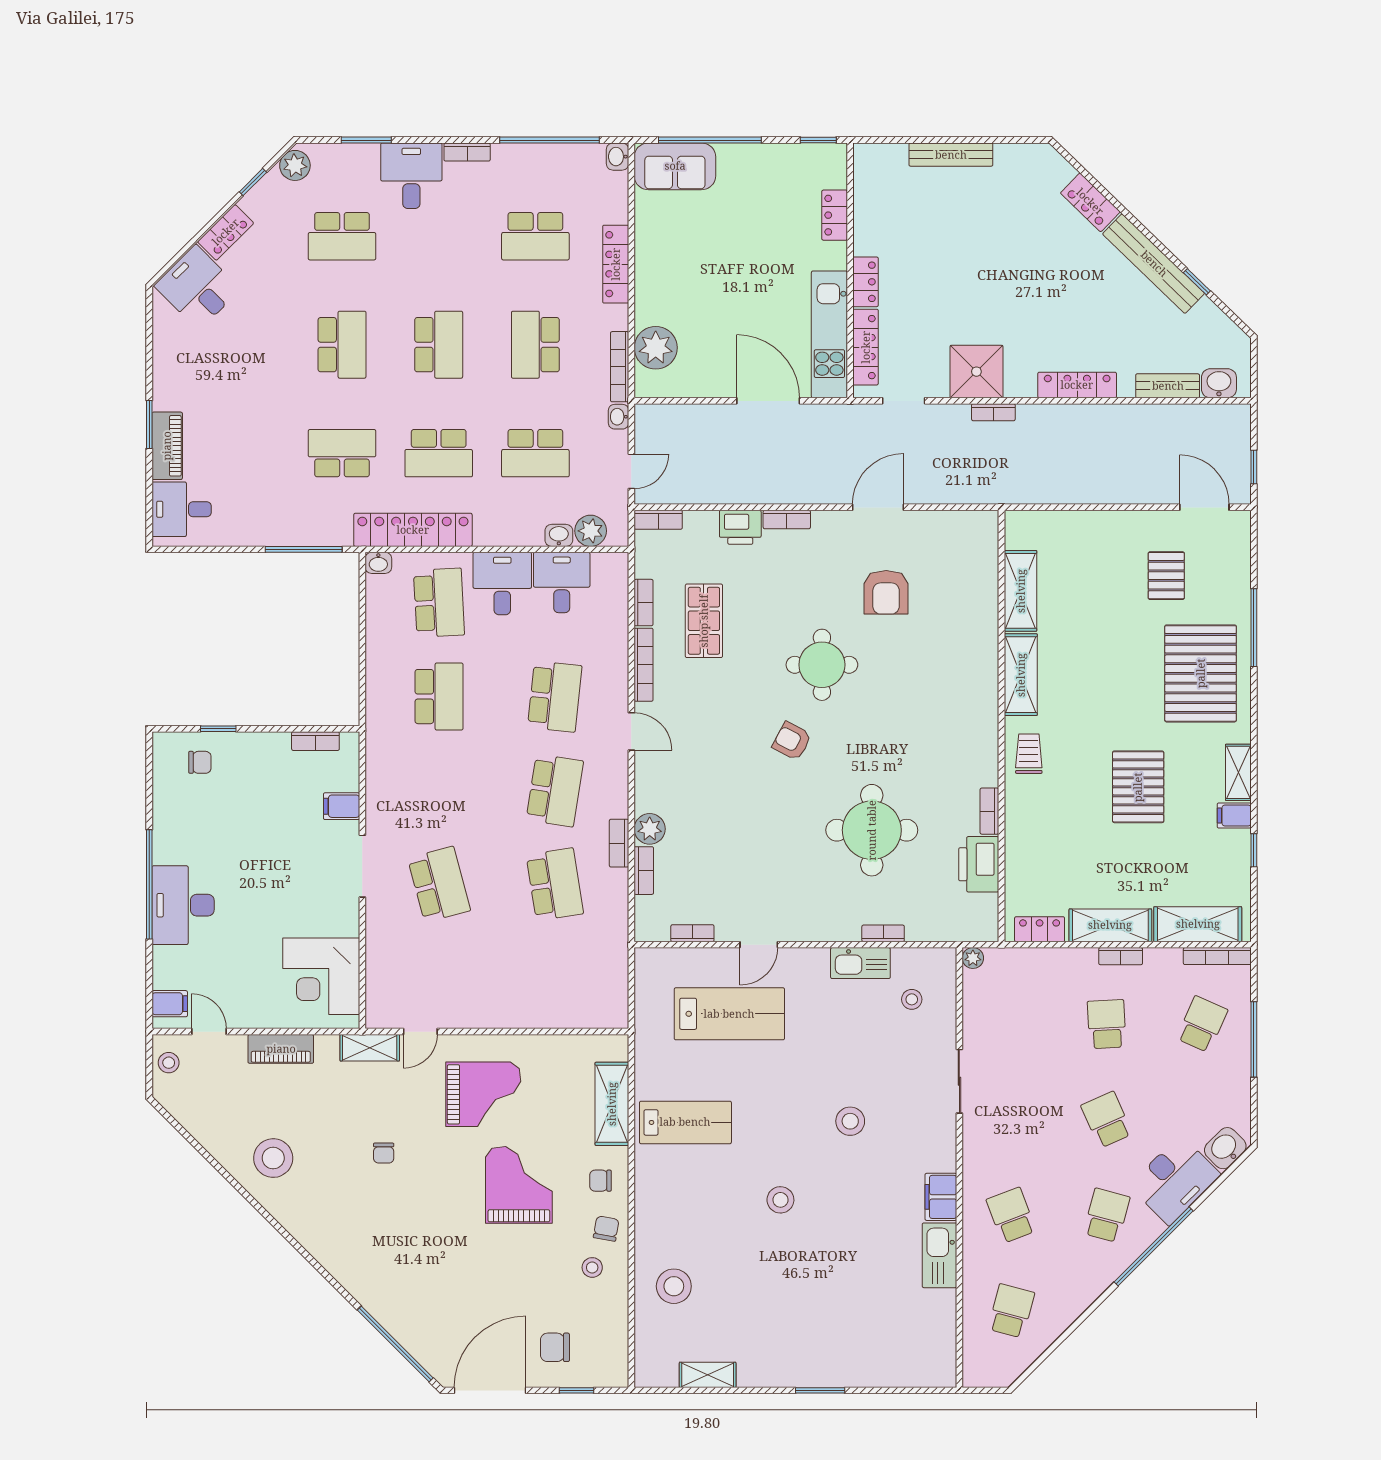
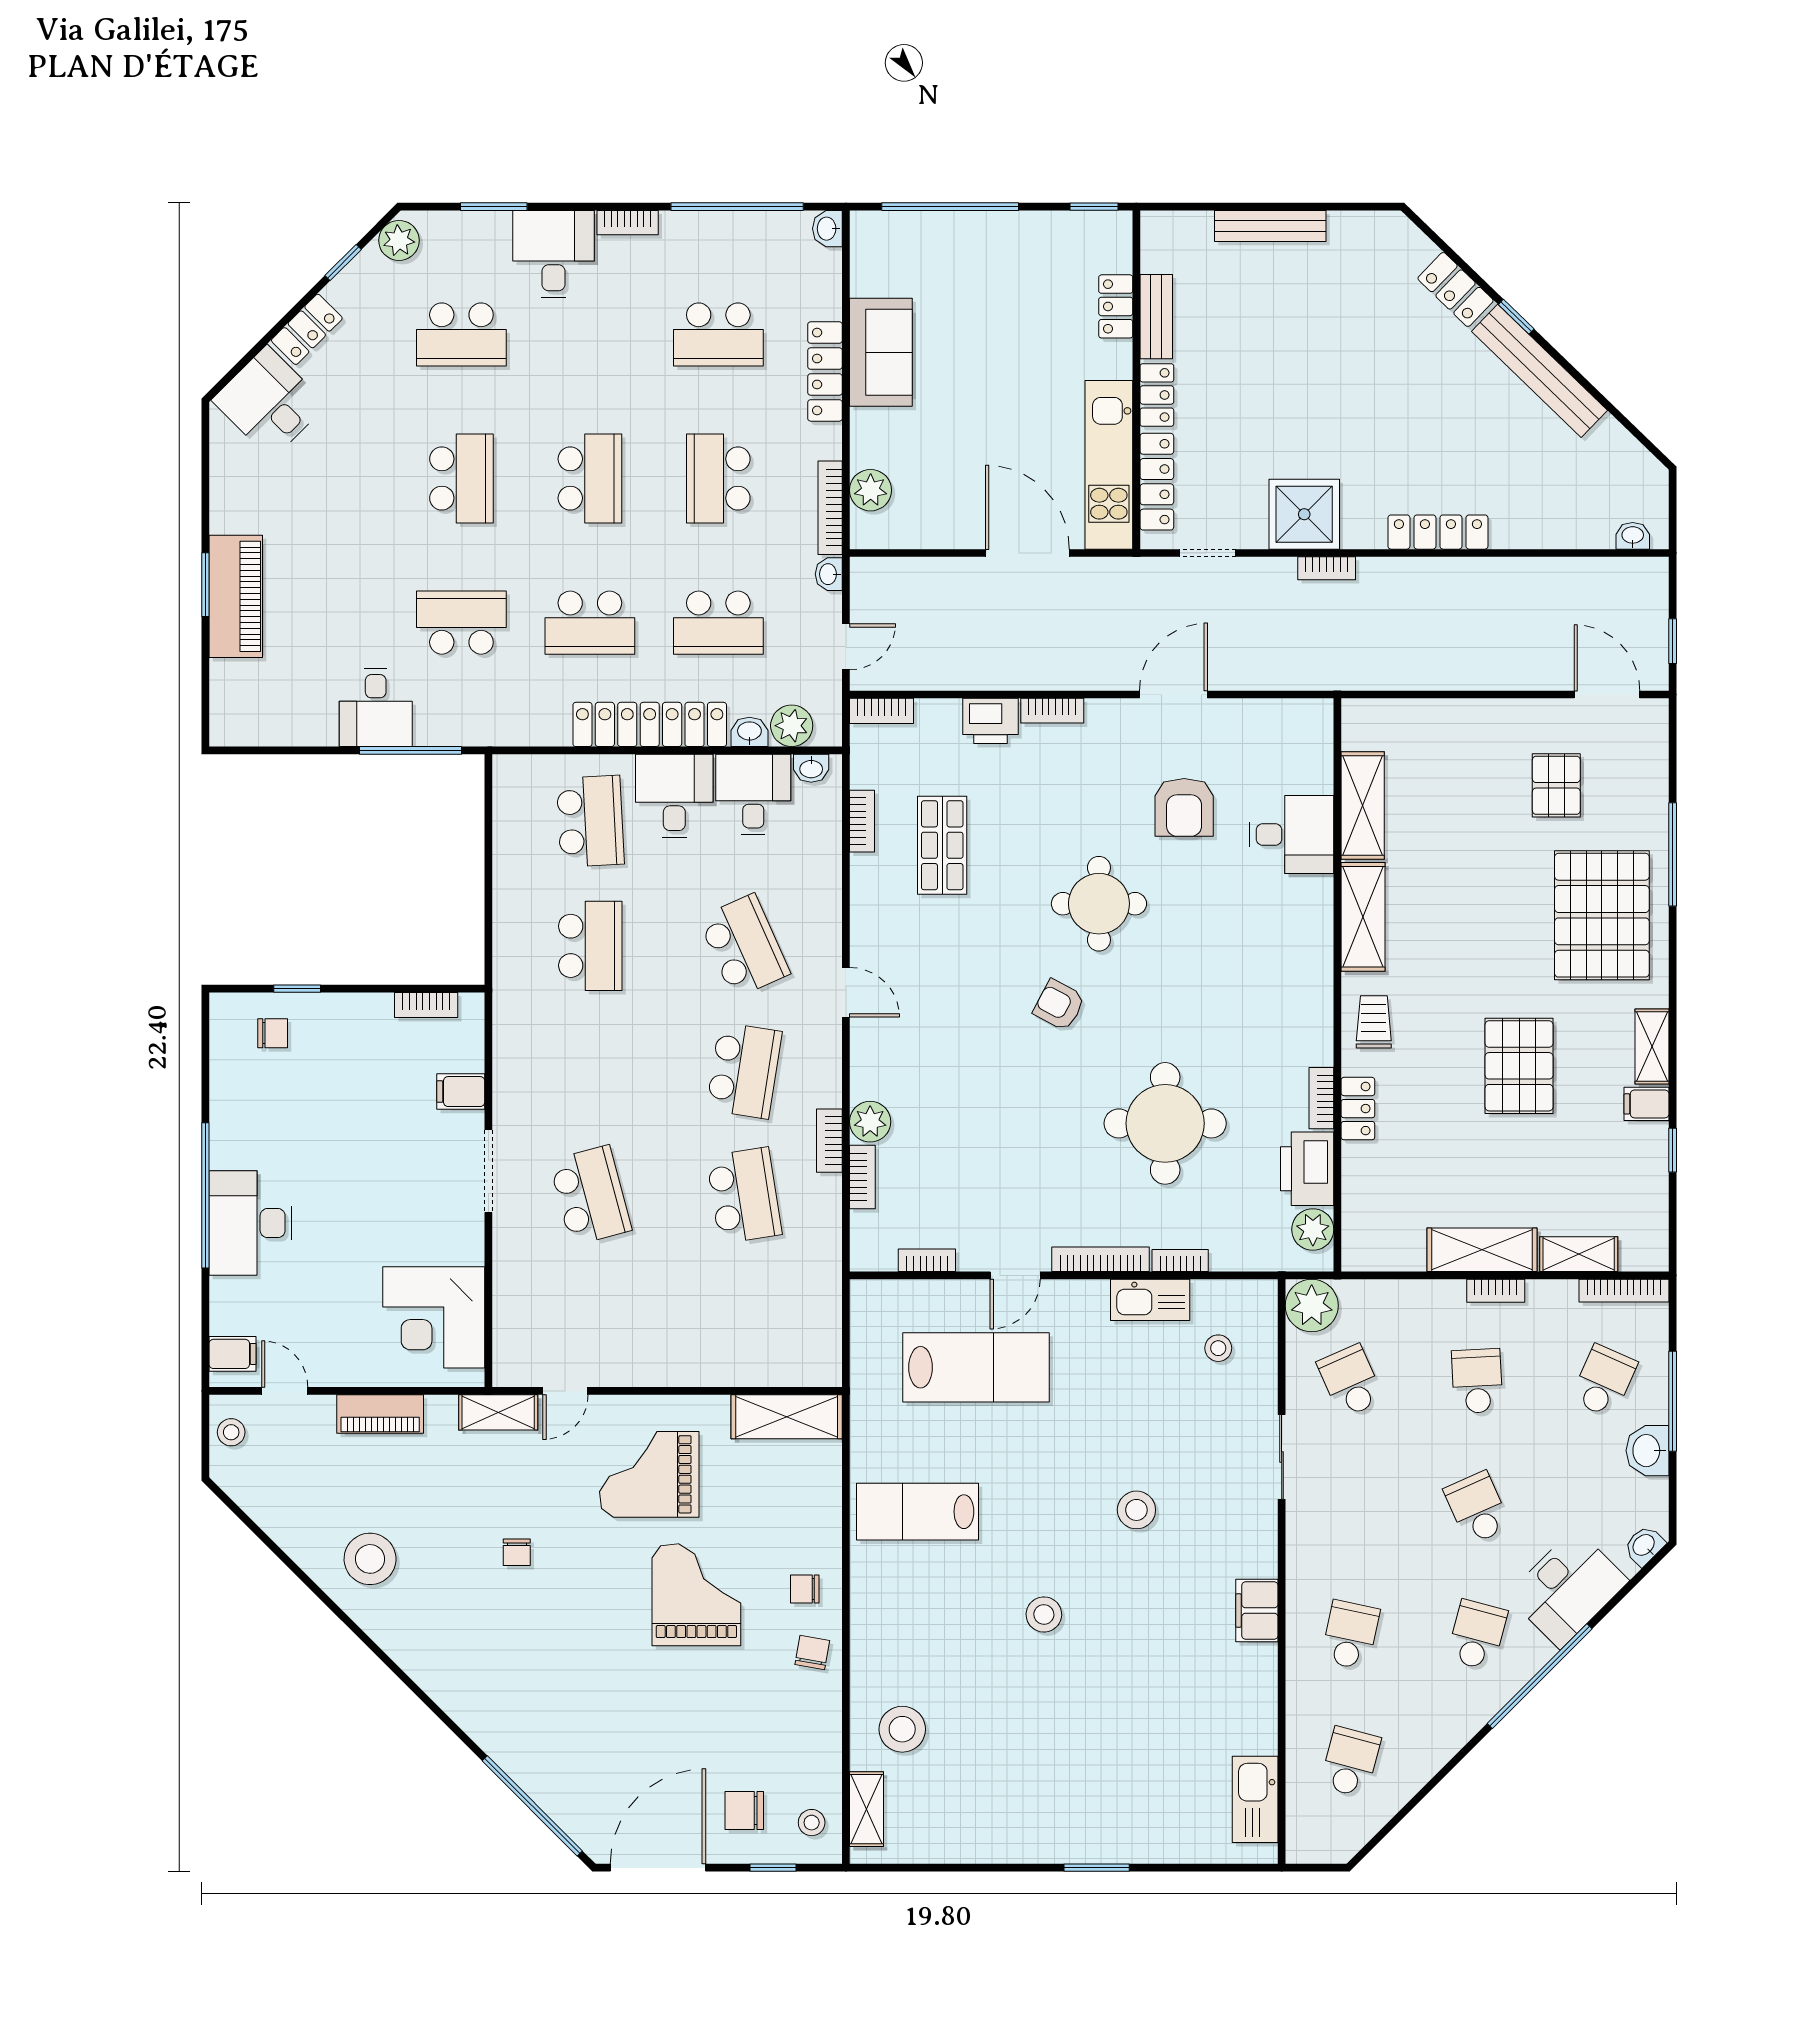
sofa: (675, 166) -> (881, 352), moved, turned -90
window: (1197, 282) -> (1516, 317), moved
plant: (656, 348) -> (871, 490), width x0.73, depth x0.73
washbasin: (1219, 383) -> (1633, 536), width x0.72, depth x0.69
bench: (1168, 386) -> (1156, 317), moved, turned 90
piano: (167, 446) -> (236, 596), width x1.37, depth x1.33
desk: (182, 509) -> (376, 707), moved, turned -90
locker: (413, 530) -> (650, 724), moved
washbasin: (378, 563) -> (811, 768), moved
desk: (967, 613) -> (1292, 835), added
bookcase: (644, 665) -> (1101, 1259), moved, turned -90
school desk: (555, 697) -> (744, 946), turned -30
plant: (983, 910) -> (1313, 1230), added
shelving: (1198, 924) -> (1579, 1254), width x0.67, depth x0.75
locker: (1040, 929) -> (1358, 1109), moved, turned 90
plant: (973, 958) -> (1312, 1306), width x1.88, depth x1.88
school desk: (1011, 1024) -> (1350, 1381), added
washbasin: (1235, 1077) -> (1648, 1451), added
grand piano: (483, 1094) -> (649, 1474), turned 180
shelving: (612, 1104) -> (787, 1417), moved, turned 90
lab bench: (685, 1122) -> (918, 1512), turned 180
washbasin: (1225, 1148) -> (1644, 1546), width x0.72, depth x0.69
school desk: (1011, 1215) -> (1350, 1635), turned 33
kitchen sink: (939, 1255) -> (1255, 1799), moved
stool: (592, 1267) -> (812, 1823), moved
shelving: (708, 1375) -> (866, 1809), moved, turned 90

